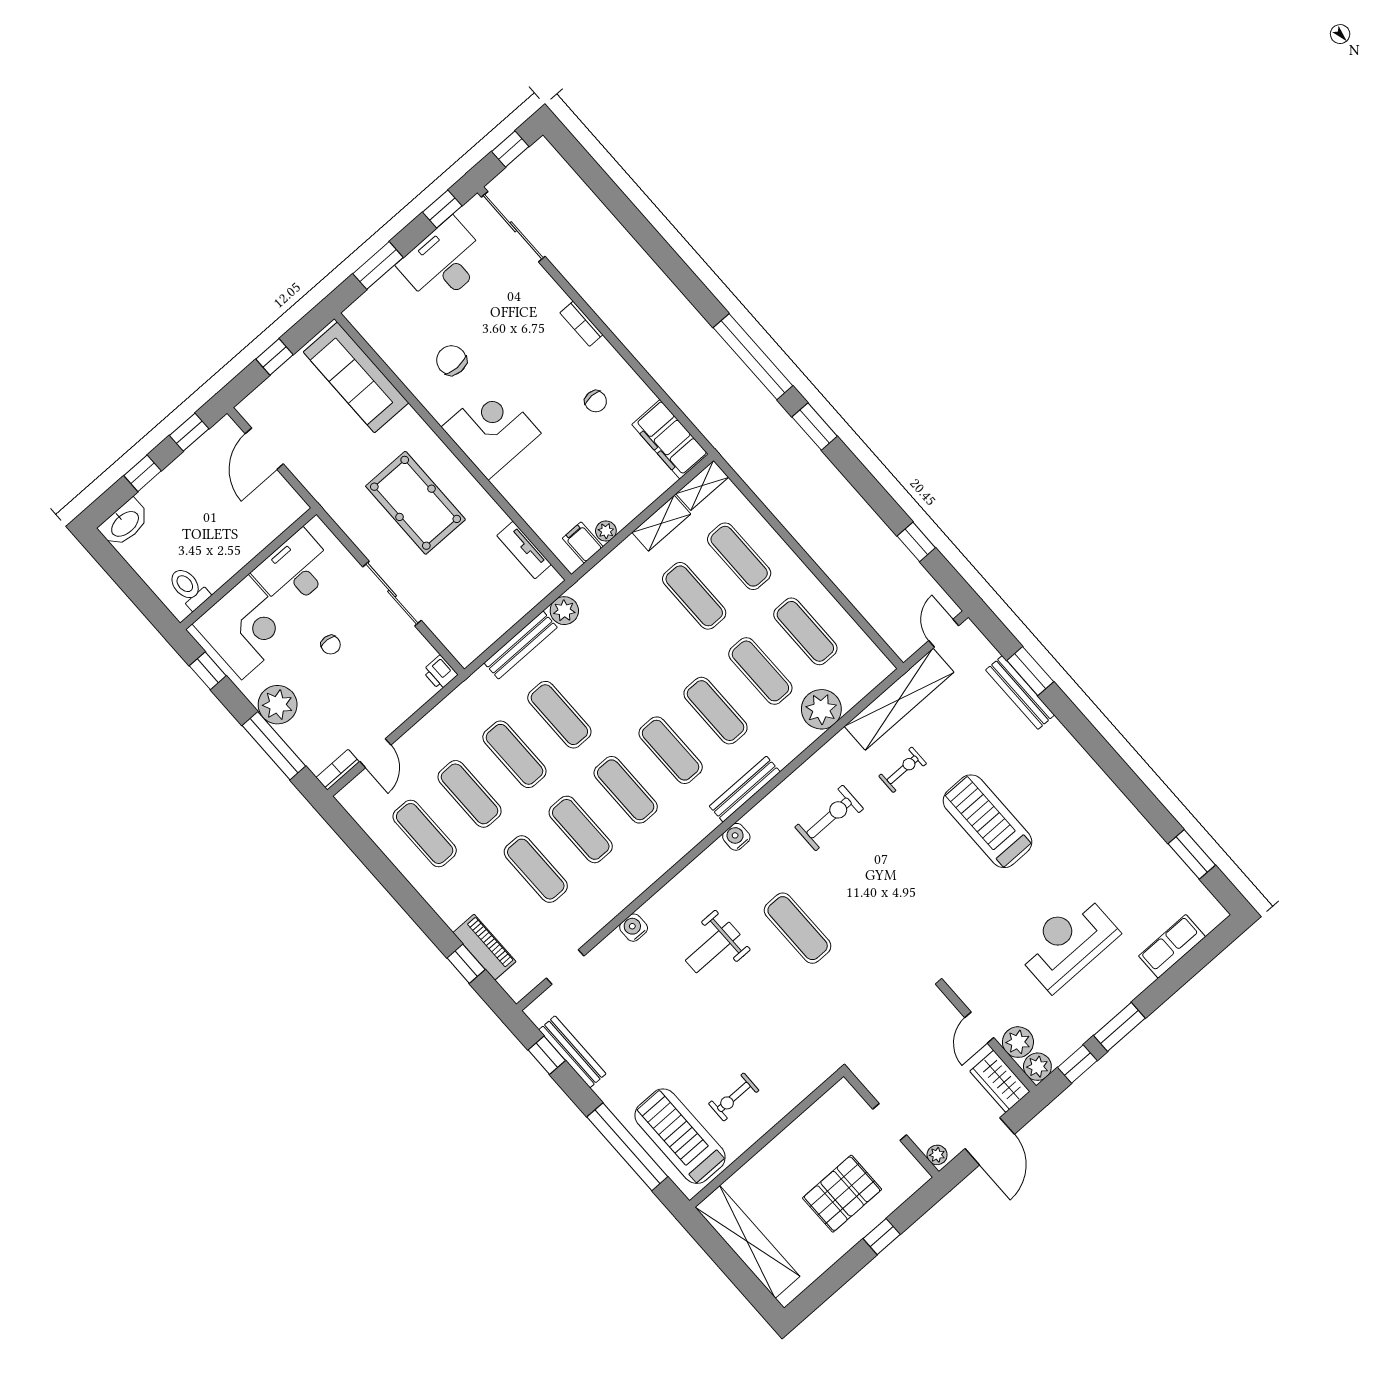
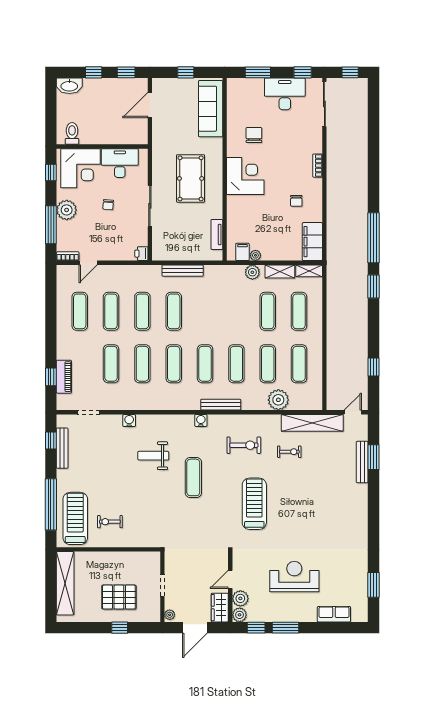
plant: (564, 611) -> (252, 272), moved
treadmill: (987, 821) -> (254, 504), moved

